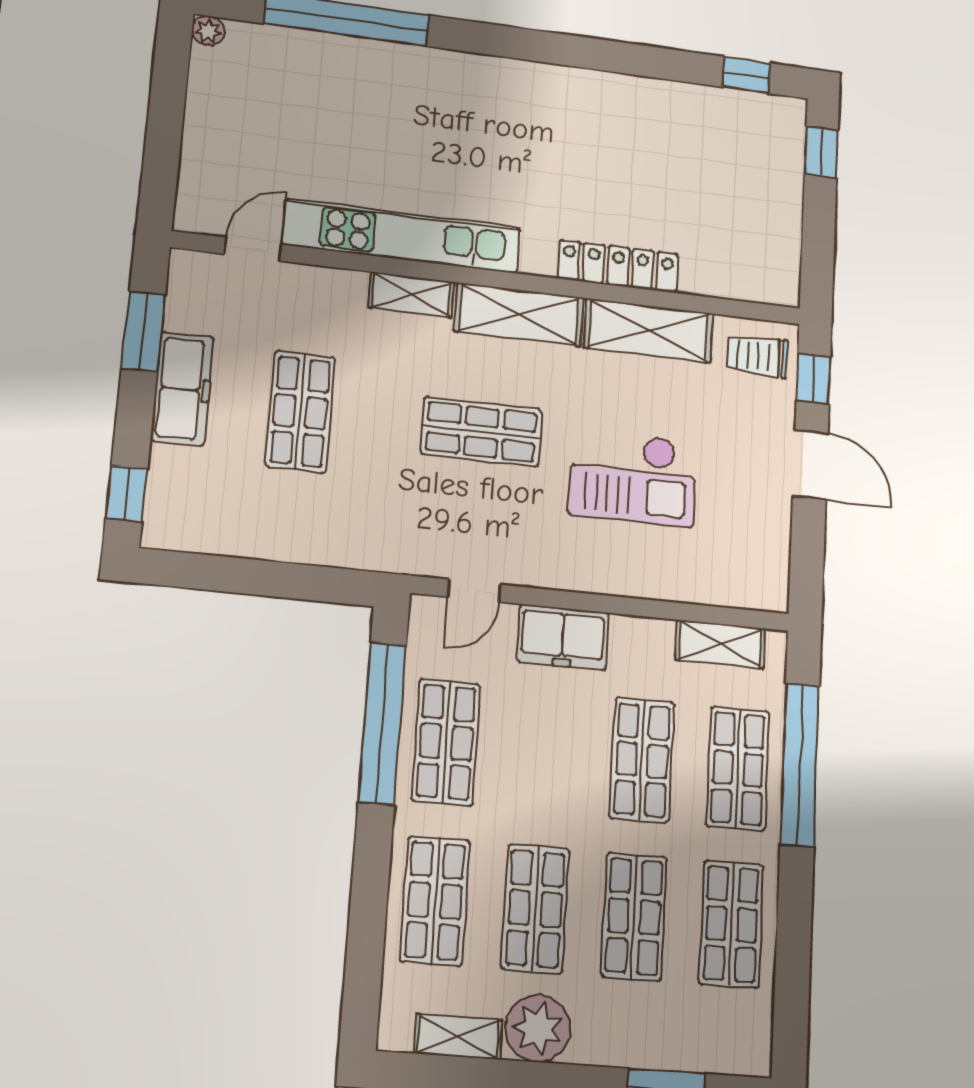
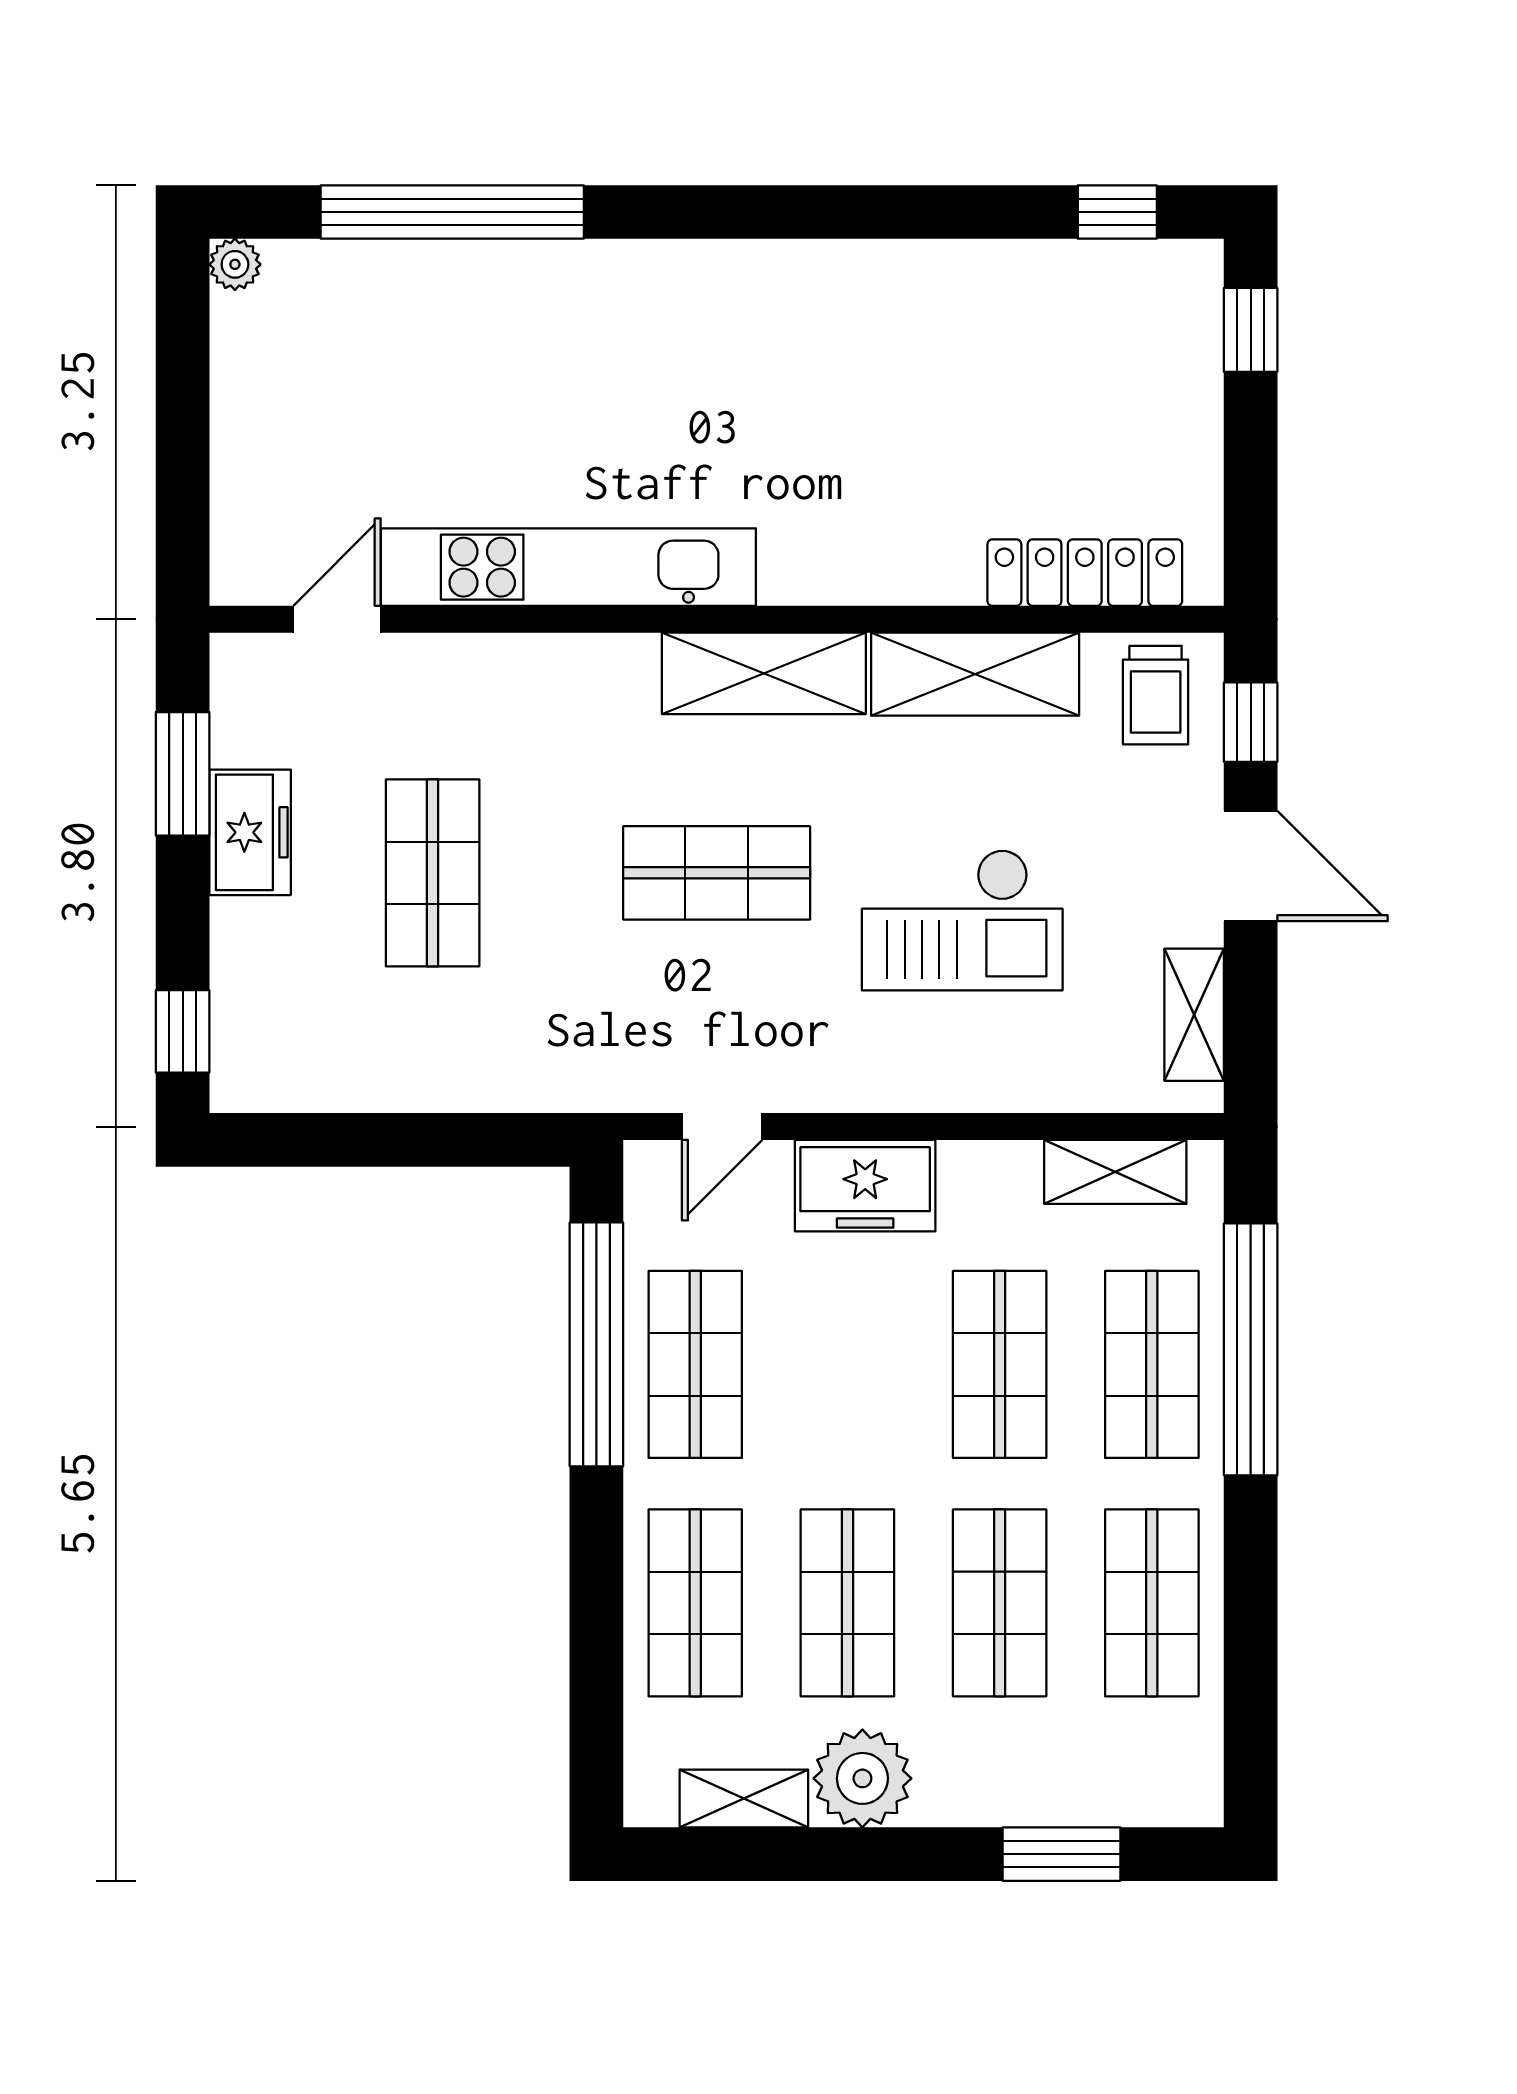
locker: (618, 266) -> (1085, 573), moved
shelving: (411, 295) -> (1194, 1015), moved, turned 90
trolley: (757, 356) -> (1156, 695), turned -90
freezer: (182, 389) -> (250, 832), width x0.71

